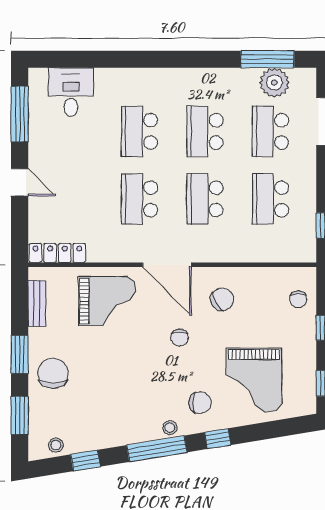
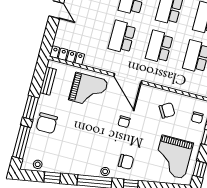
chair: (222, 299) -> (167, 110), moved
chair: (53, 373) -> (47, 123), turned 180
grand piano: (254, 380) -> (173, 157), moved
window: (20, 415) -> (22, 142), width x1.44

